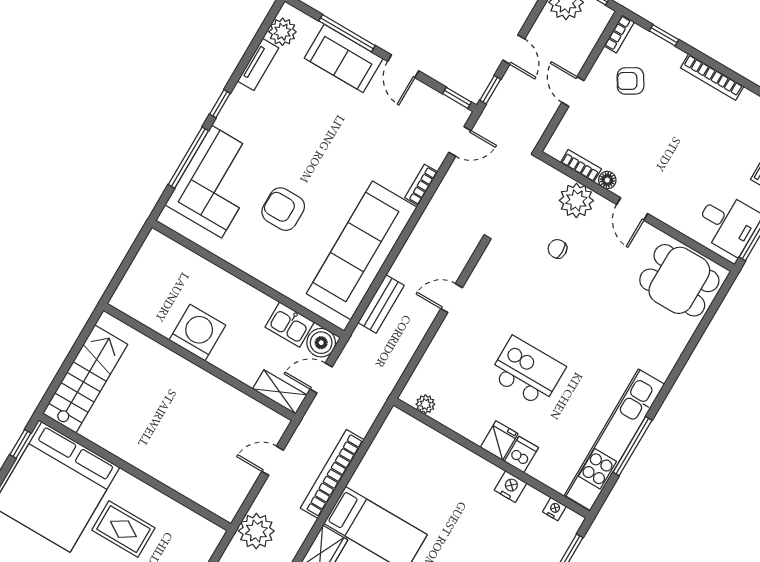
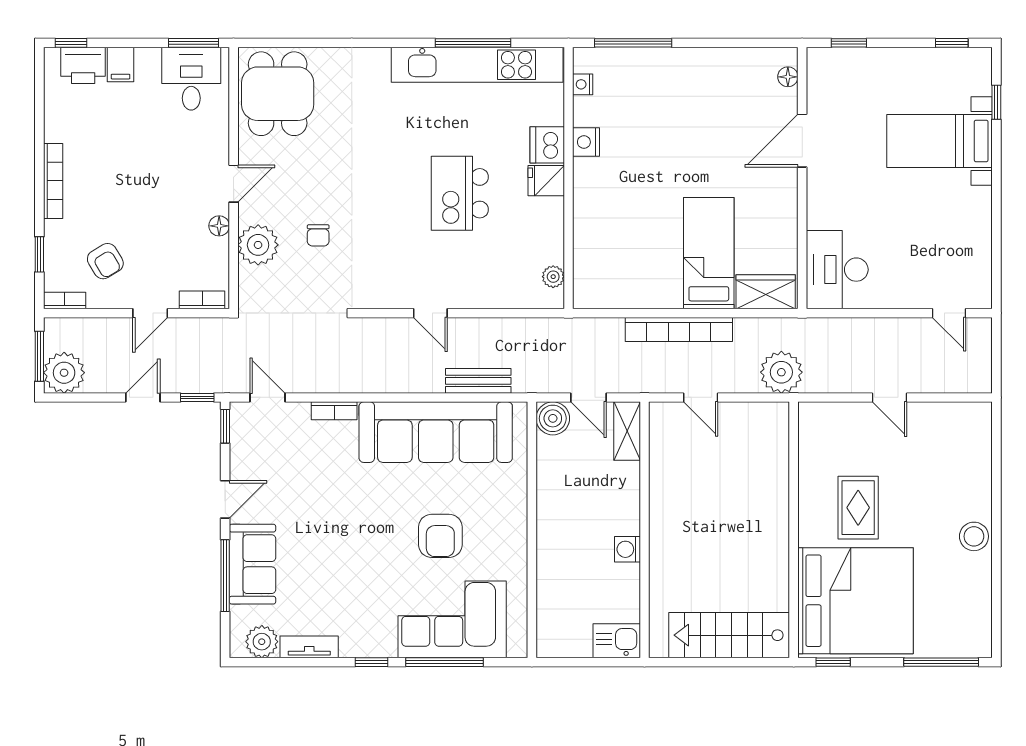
bookcase: (581, 166) -> (202, 300), moved, turned 90
kitchen sink: (290, 325) -> (617, 641), moved, turned -90
washing machine: (197, 333) -> (627, 549), width x0.53, depth x0.53
dishwasher: (521, 455) -> (547, 145), width x1.38

